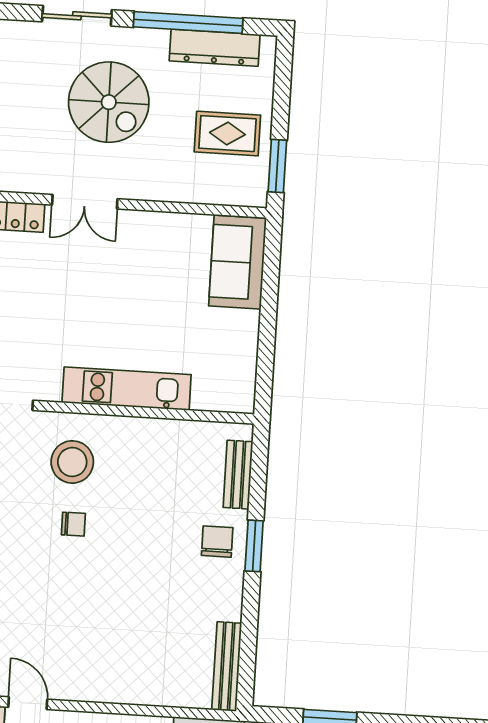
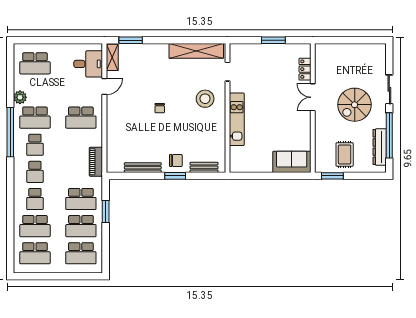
chair: (73, 524) -> (160, 108), moved
bench: (227, 667) -> (143, 168), moved

